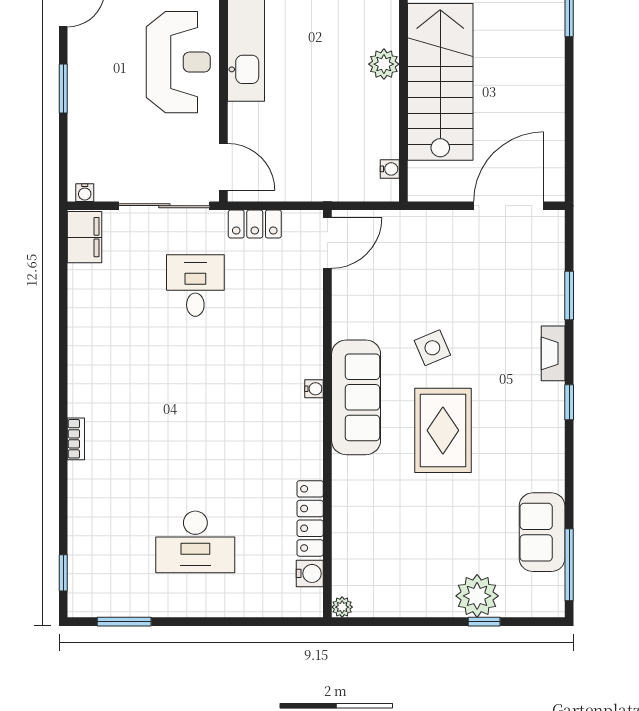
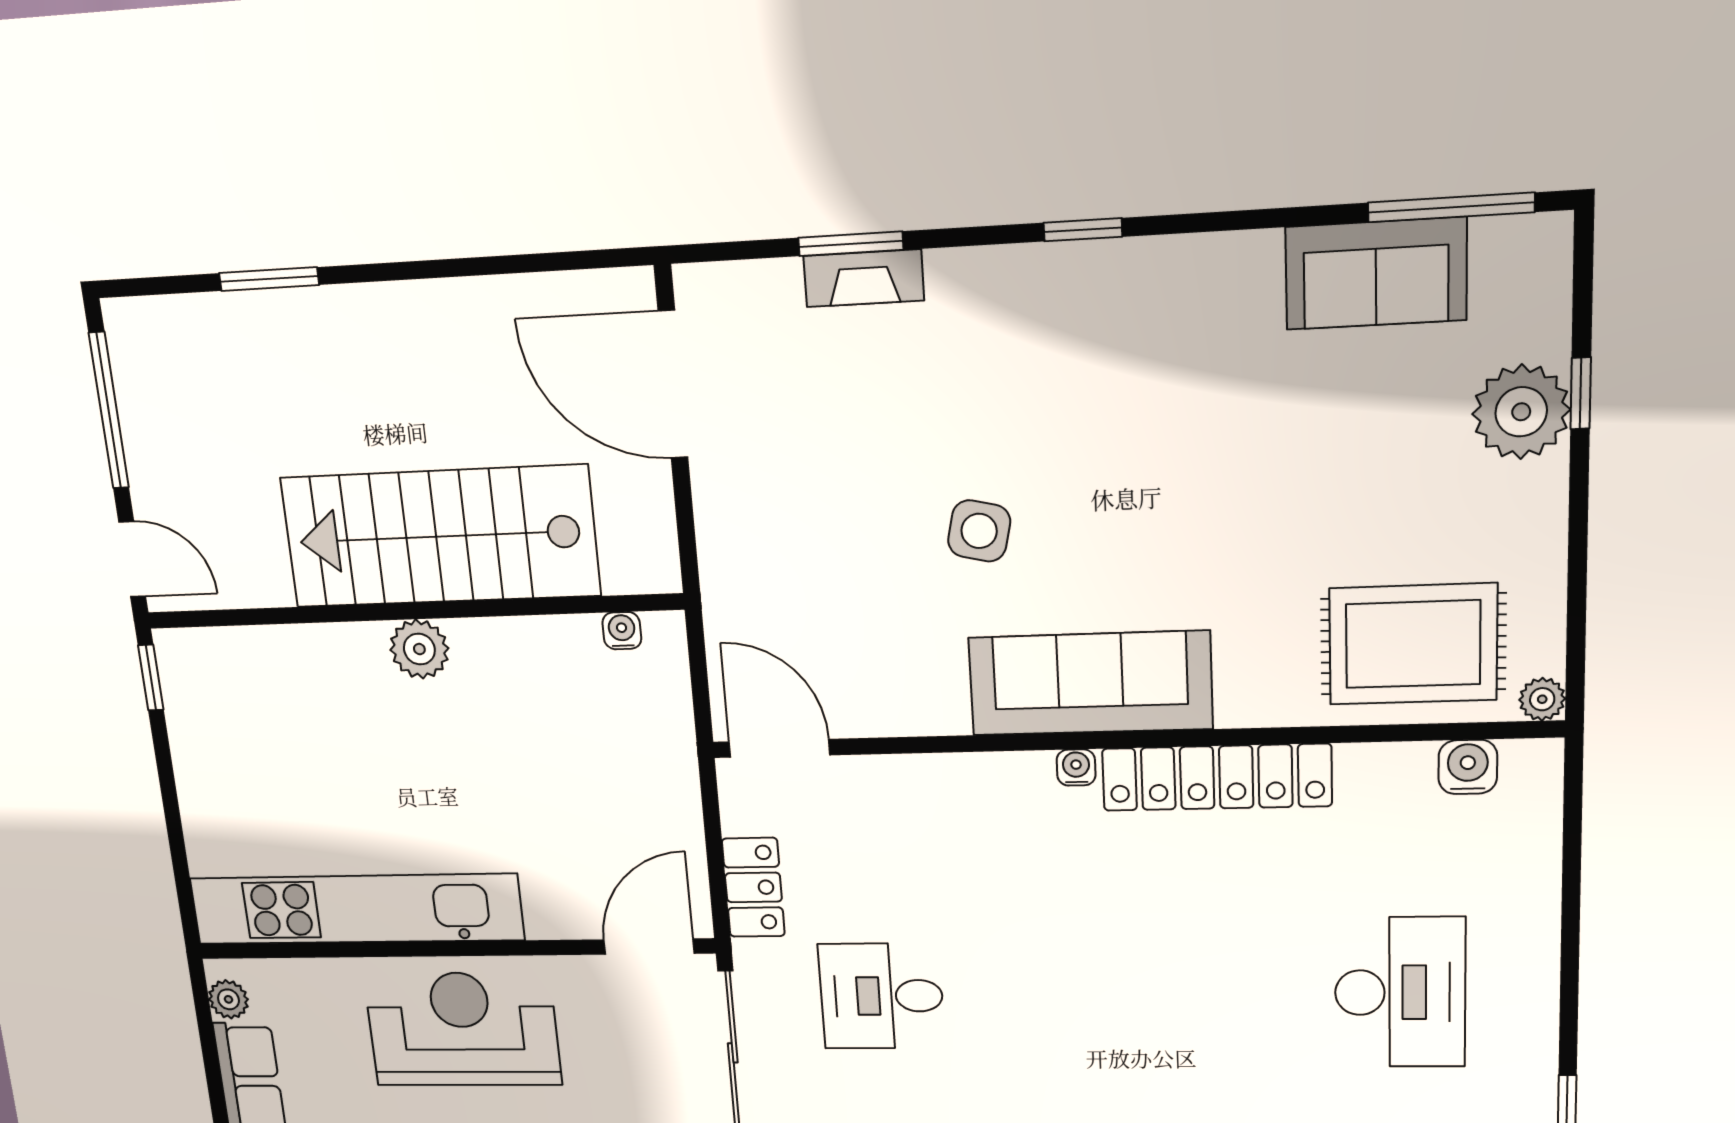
side table: (432, 348) -> (979, 531), turned 36
fireplace: (553, 353) -> (864, 278), moved
rug: (443, 430) -> (1413, 644), moved
locker: (310, 518) -> (1217, 777), moved, width x1.41, depth x1.21

